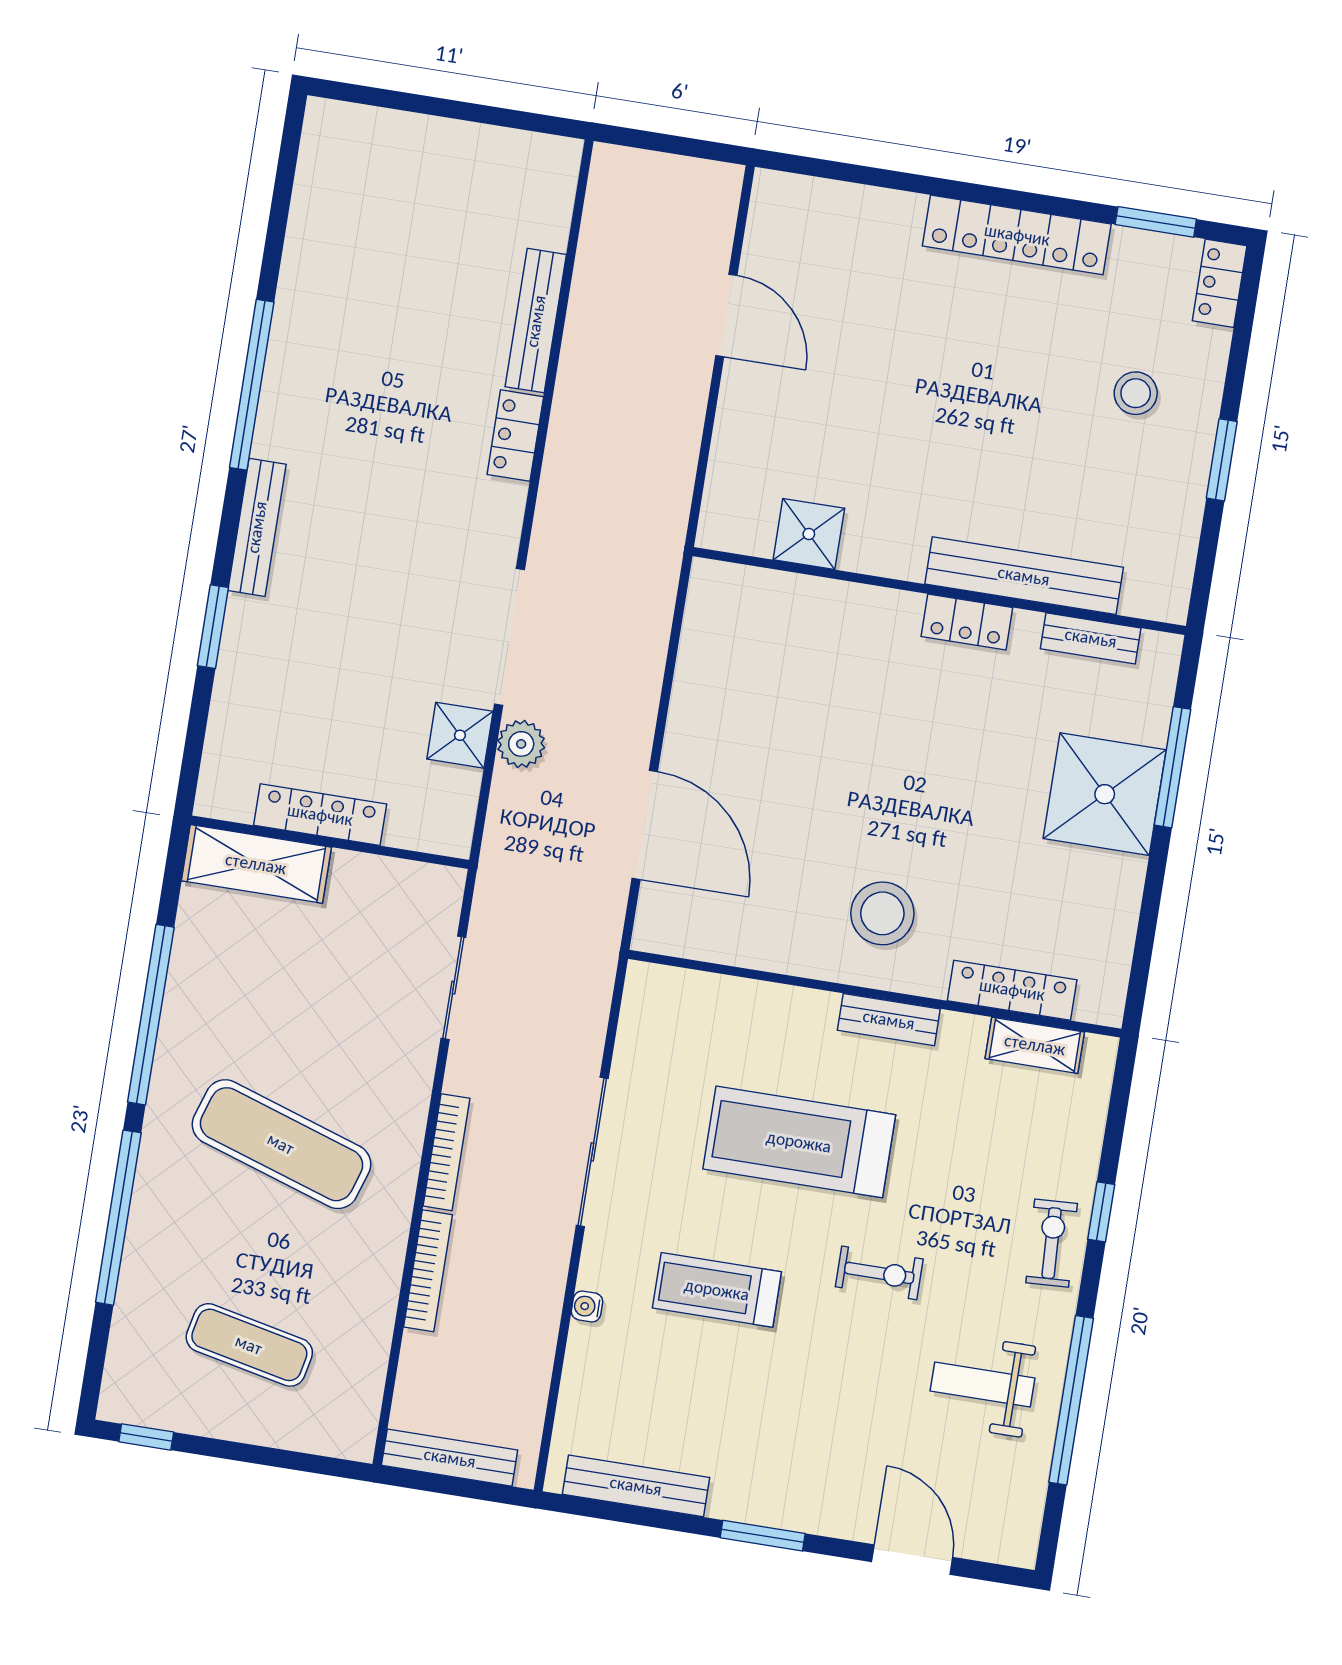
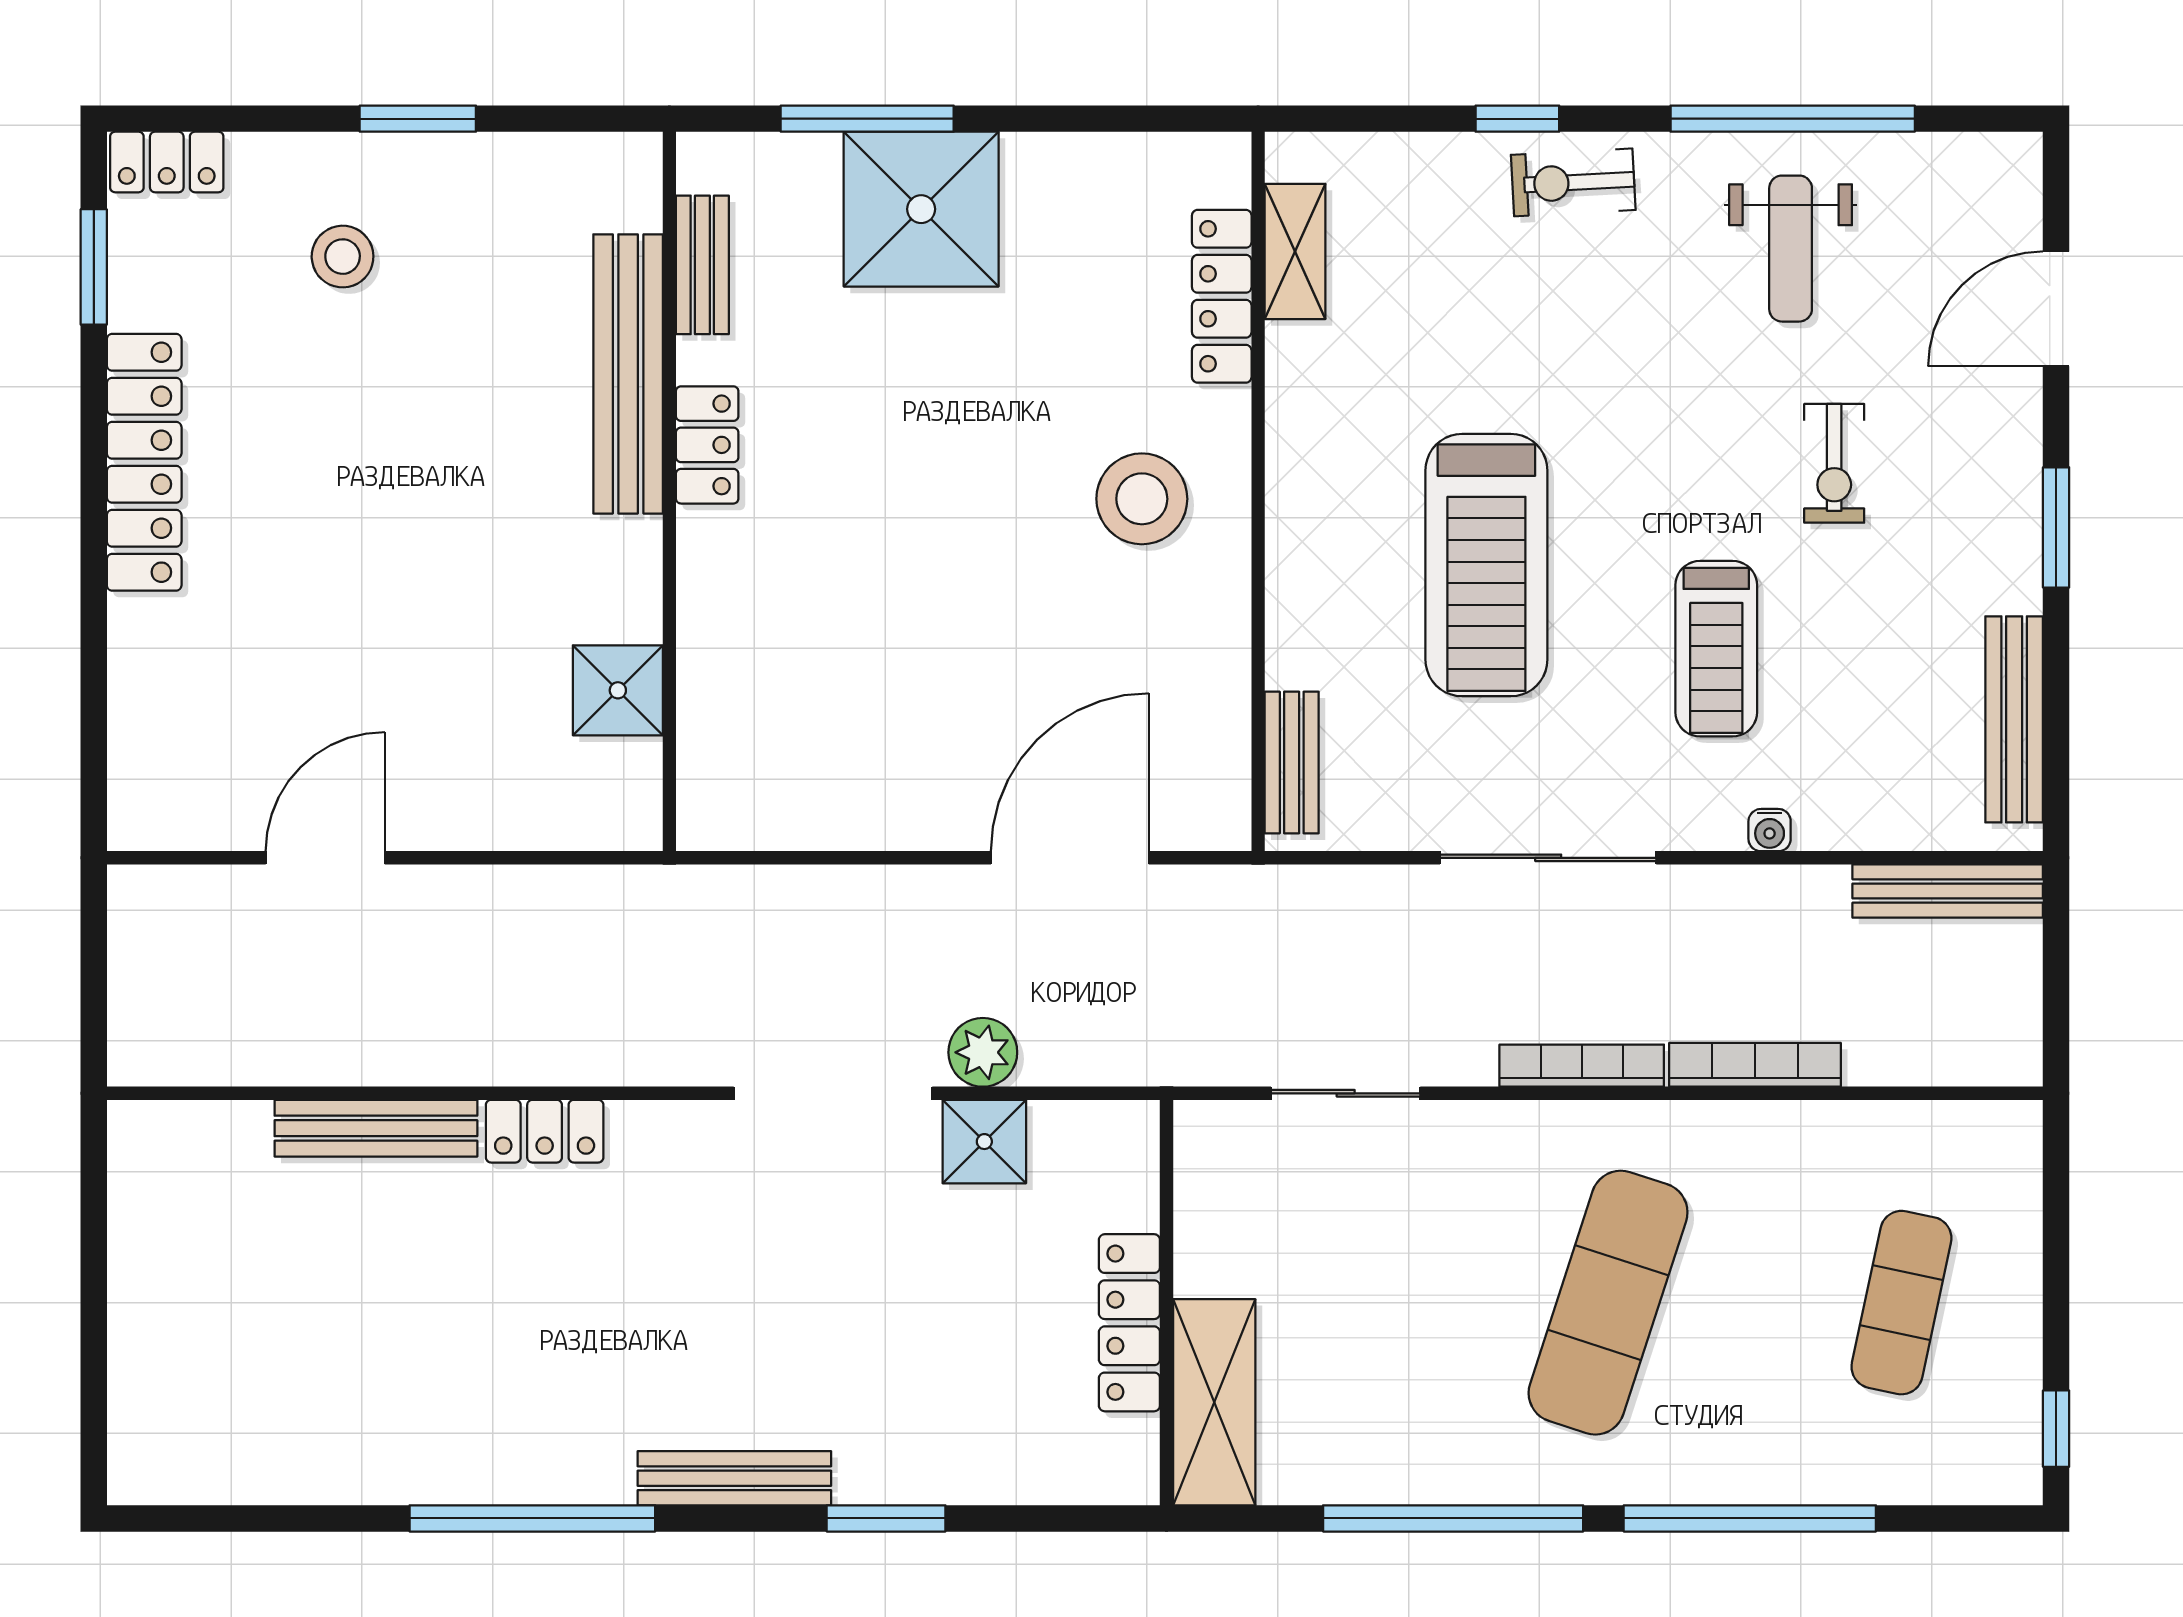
bench: (889, 1020) -> (1292, 762), moved
exercise bike: (879, 1273) -> (1834, 463), moved, turned 180
bench: (450, 1458) -> (1948, 891), moved, turned 90

